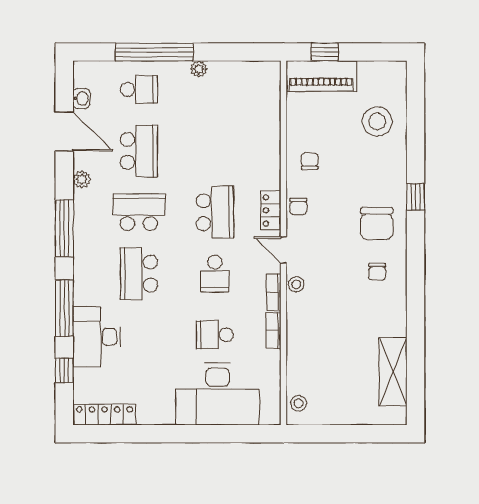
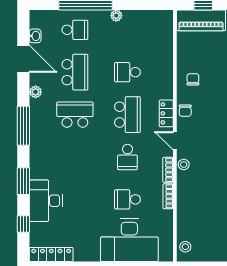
school desk: (139, 274) -> (127, 72), moved, width x0.54
window: (64, 308) -> (23, 181), width x0.69

